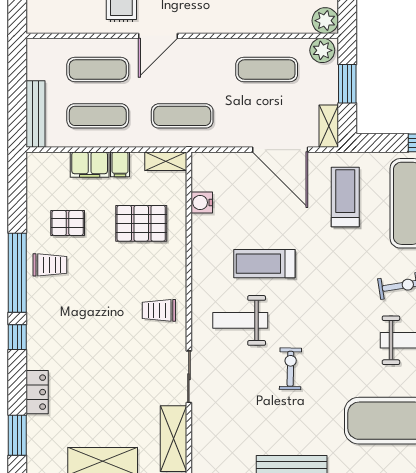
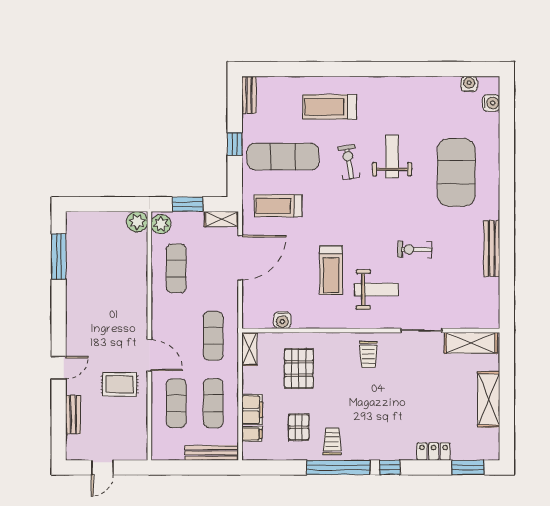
filing cabinet: (120, 164) -> (252, 434), moved
weight bench: (240, 320) -> (376, 290), turned -90

